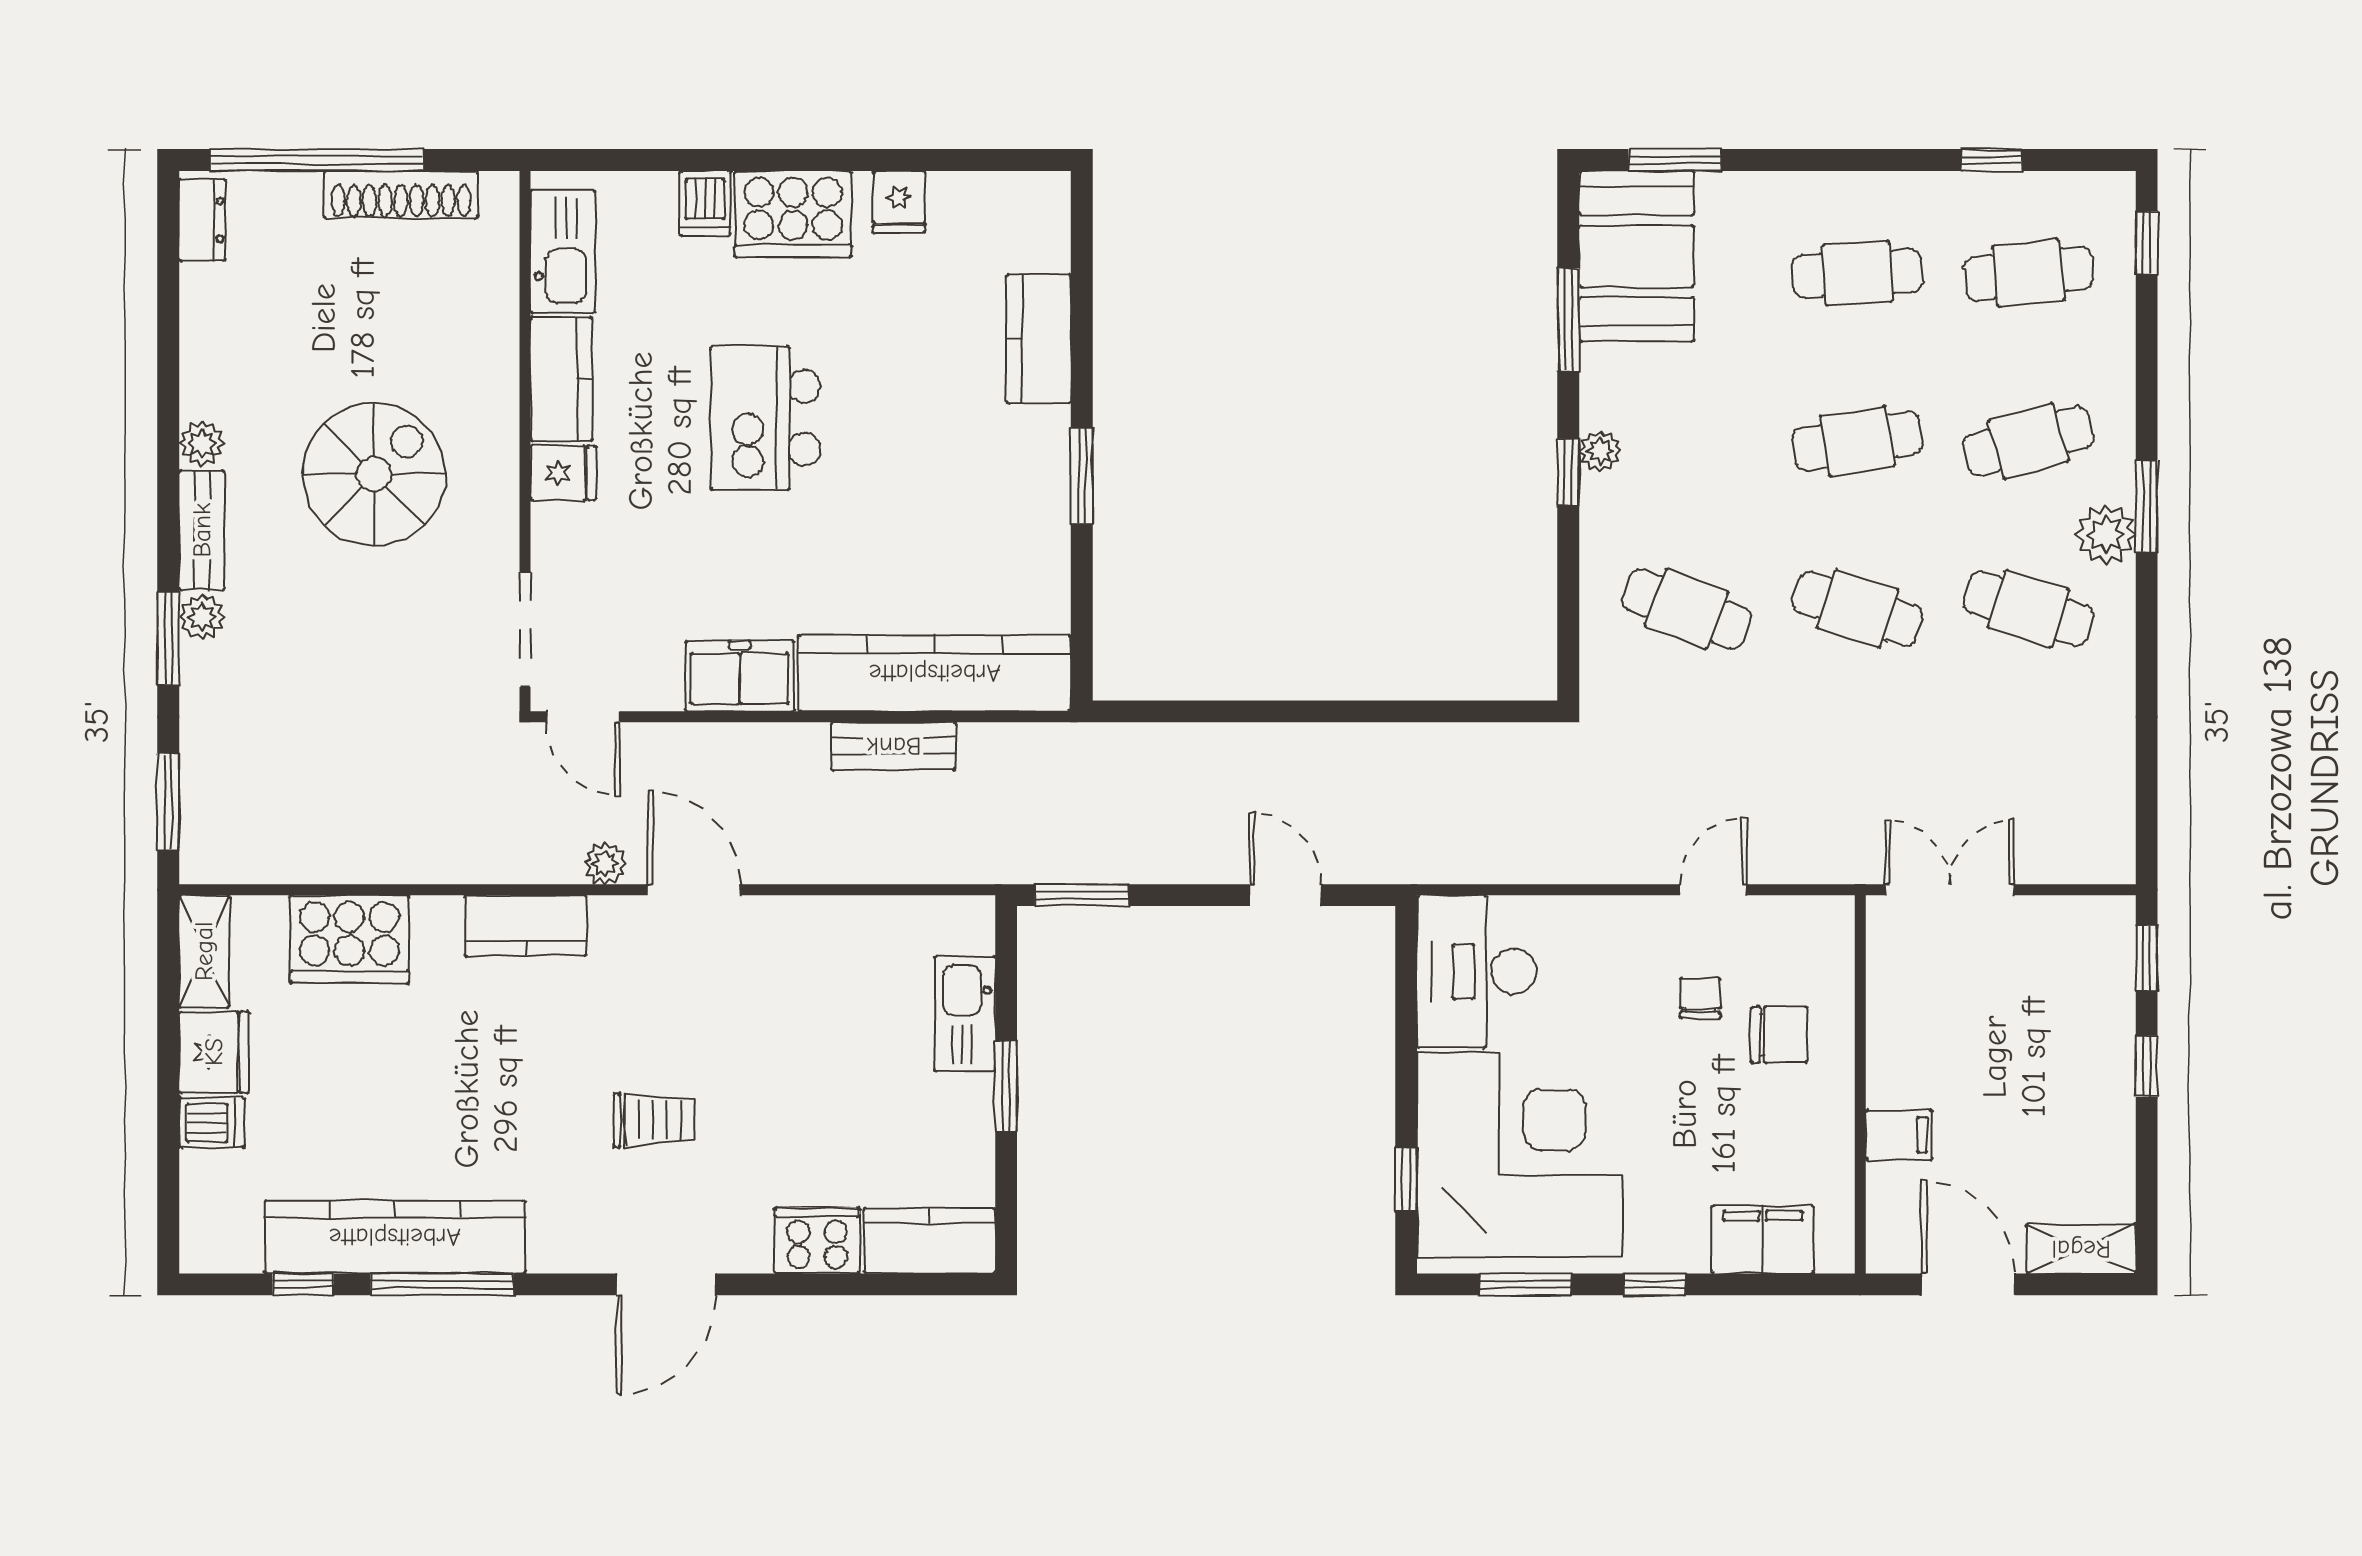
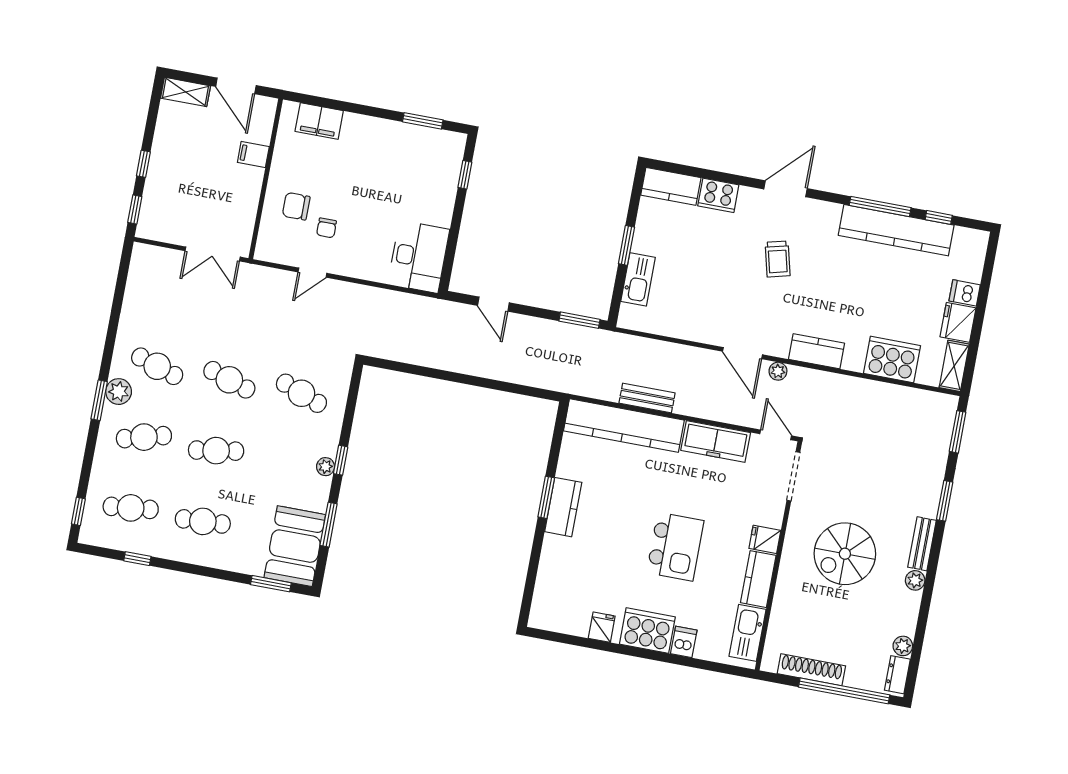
kitchen counter: (1039, 339) -> (563, 507), moved
plant: (202, 617) -> (903, 646), moved
freezer: (740, 676) -> (716, 441), width x1.40
trolley: (654, 1120) -> (778, 259), turned -104
corner desk: (1520, 1155) -> (415, 176), removed
window: (1655, 1284) -> (368, 111), removed

